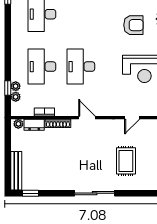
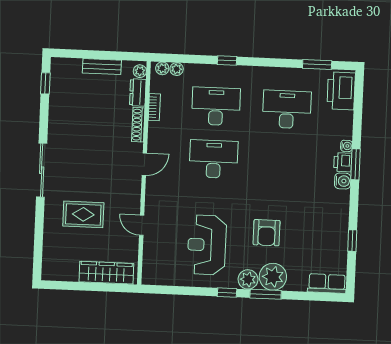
plant: (16, 86) -> (162, 68), moved
window: (8, 88) -> (227, 60), moved
bench: (16, 171) -> (102, 67), moved, width x0.73

